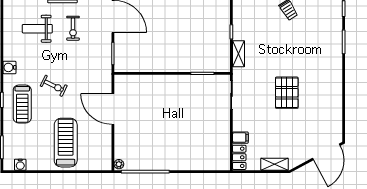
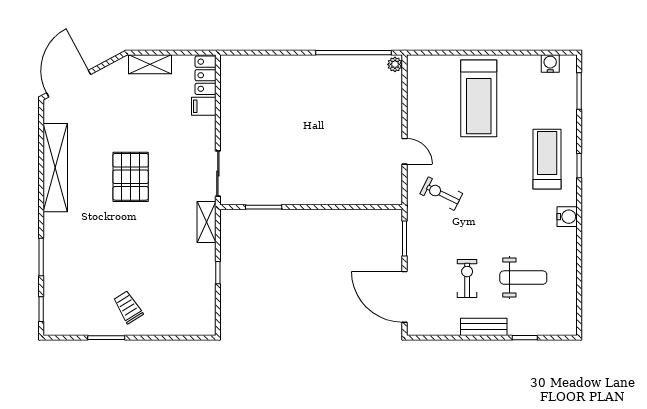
shelving: (239, 54) -> (207, 222), moved
exercise bike: (54, 86) -> (441, 194), moved
shelving: (335, 99) -> (55, 168), added
door: (113, 109) -> (405, 151), width x0.53

